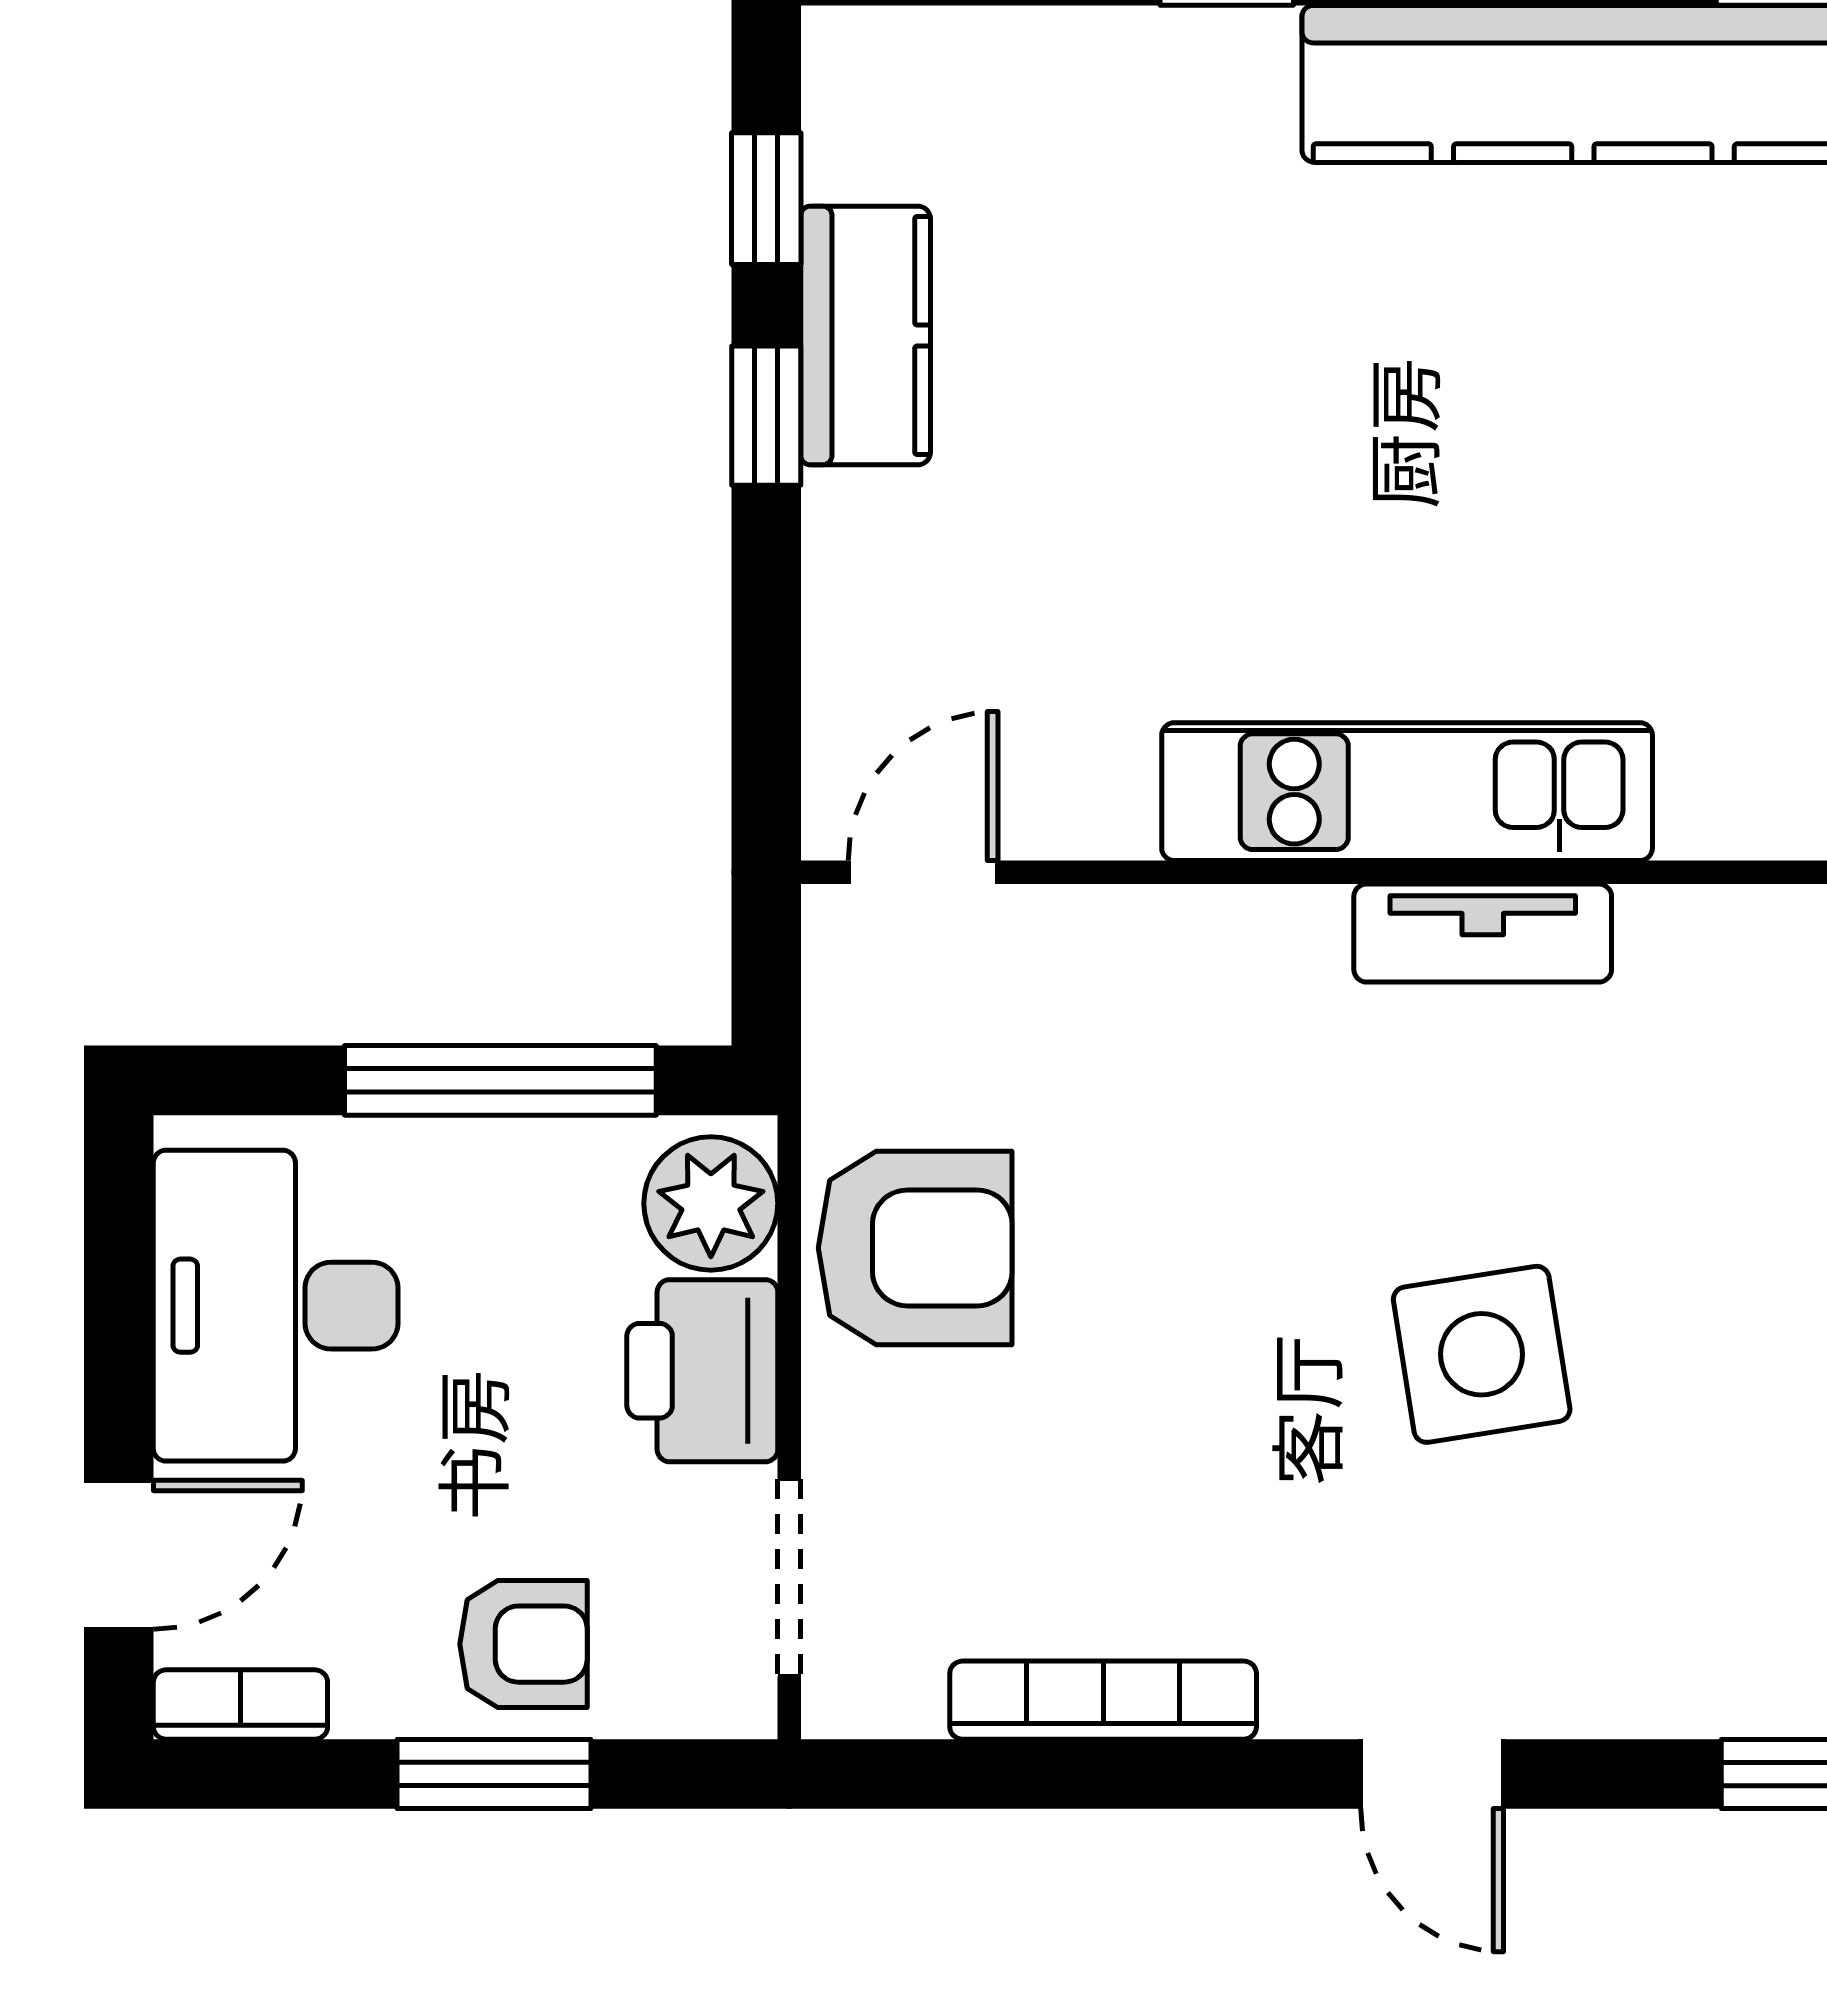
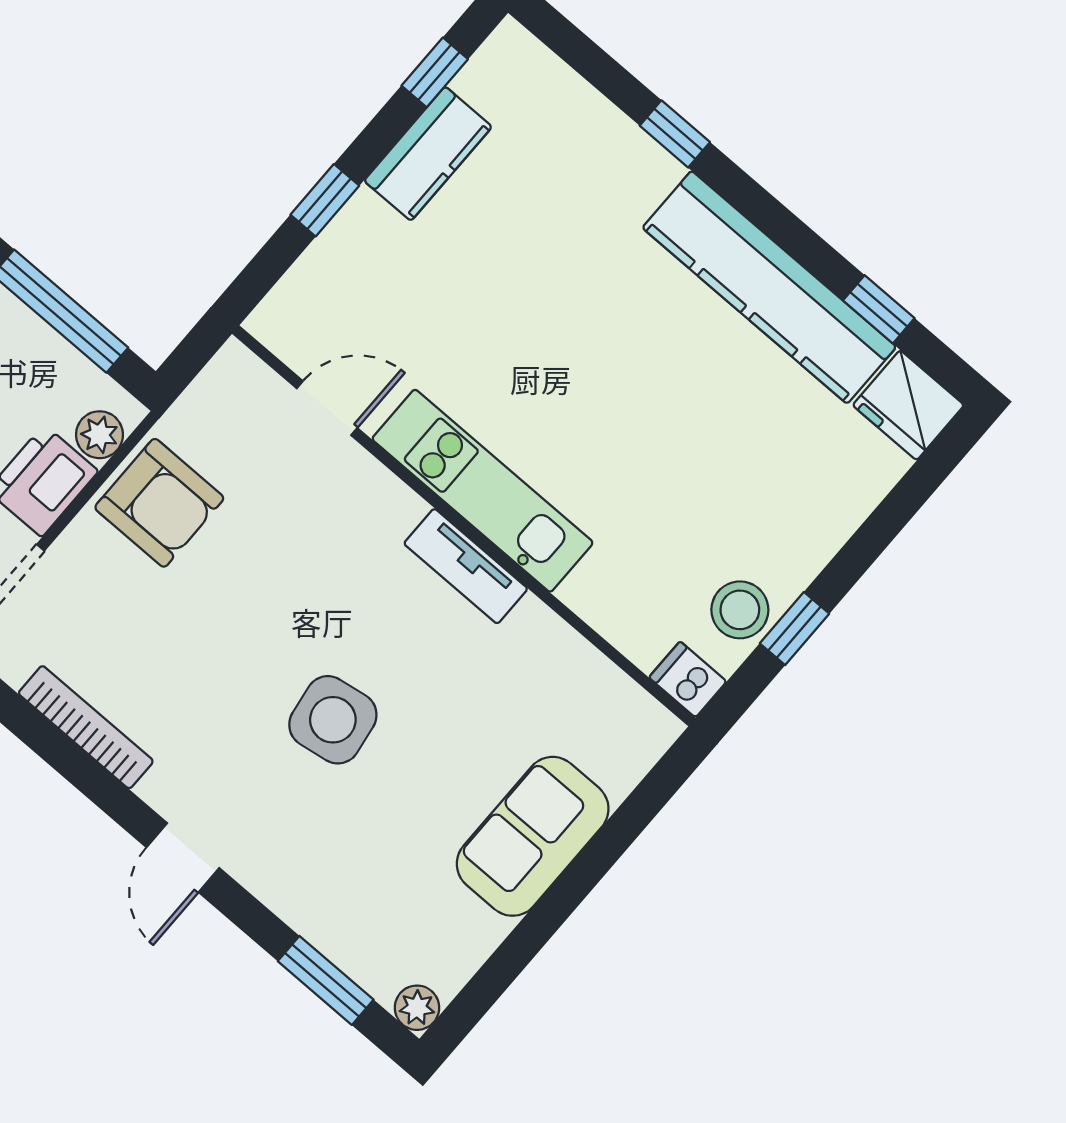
window: (766, 416) -> (325, 200), moved
door: (923, 872) -> (327, 408), moved
plant: (711, 1203) -> (100, 435), width x0.73, depth x0.73

